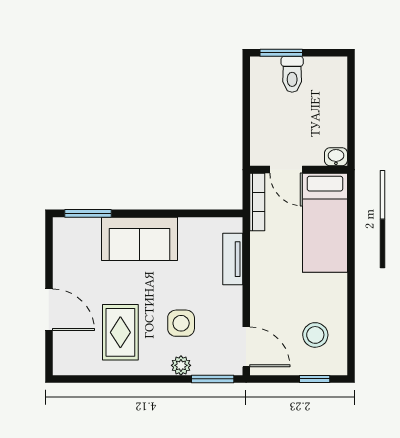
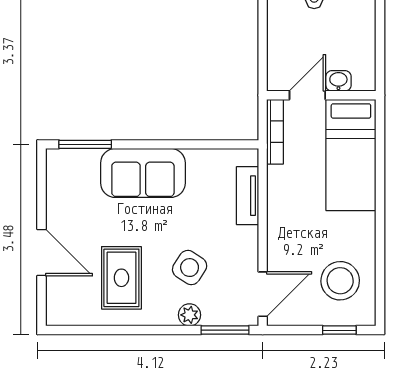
washbasin: (336, 157) -> (338, 81), moved
door: (286, 170) -> (307, 95), swing flipped
side table: (181, 323) -> (190, 268), turned 33
stool: (315, 335) -> (340, 281), width x1.38, depth x1.38
door: (246, 347) -> (263, 294), hinge flipped

